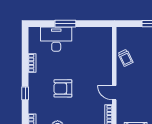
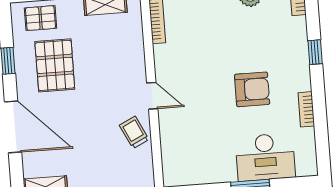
armchair: (63, 88) -> (252, 89), moved
door: (114, 93) -> (152, 96), moved

